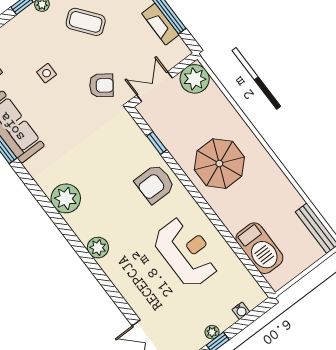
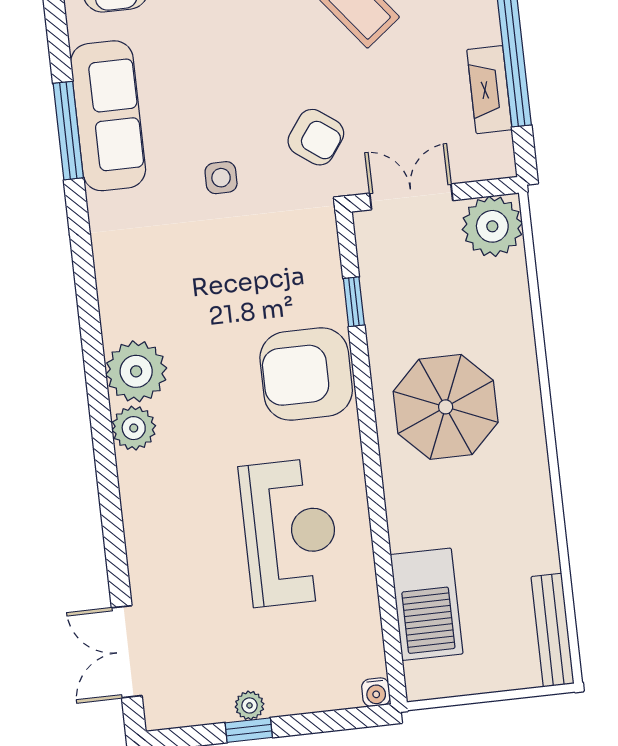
side table: (47, 73) -> (221, 178), moved
armchair: (155, 184) -> (306, 374), width x1.36, depth x1.36
plant: (66, 198) -> (136, 371), moved
water cooler: (241, 311) -> (376, 692), moved

